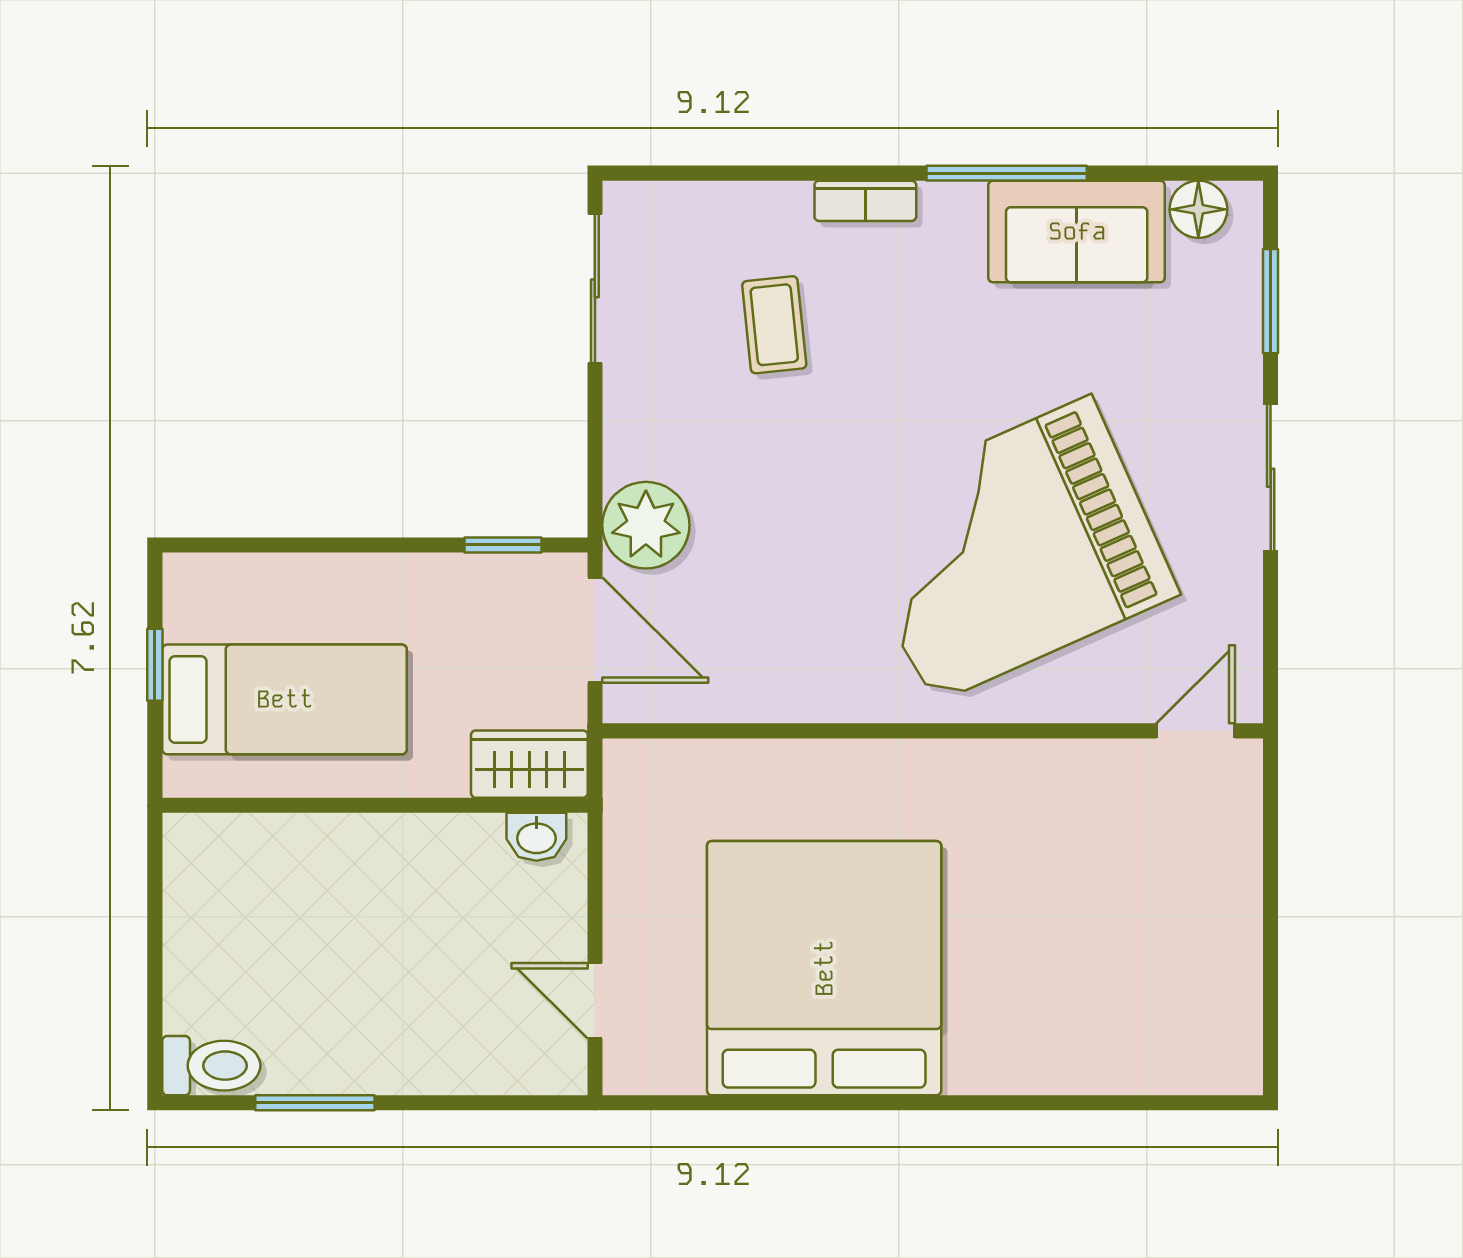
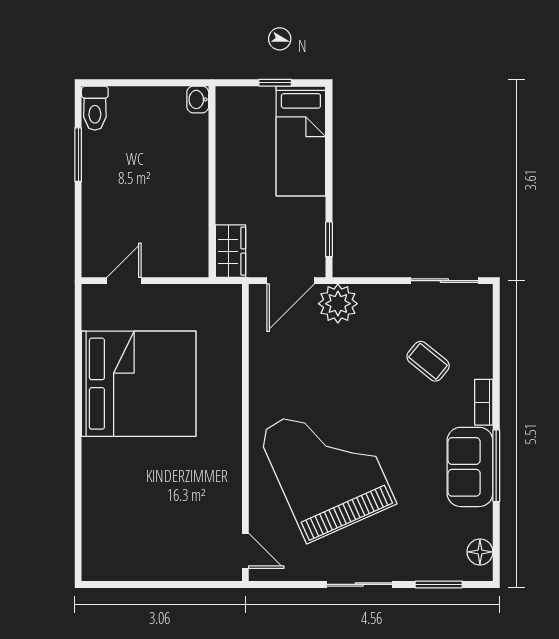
sofa: (1077, 231) -> (470, 467), moved
coffee table: (774, 325) -> (428, 361), turned 45
bed: (285, 699) -> (301, 141), moved
washbasin: (536, 837) -> (198, 99), moved

